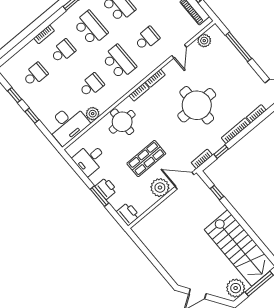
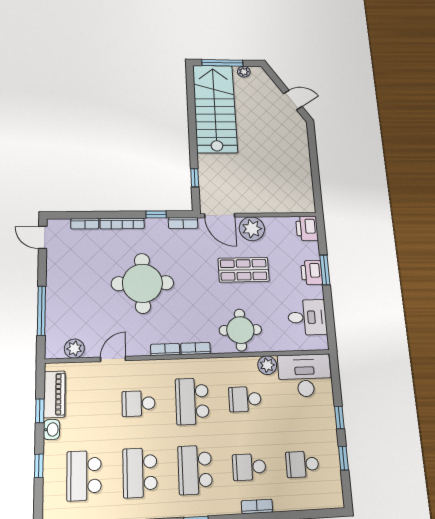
plant: (236, 288) -> (244, 72), width x0.53, depth x0.53

